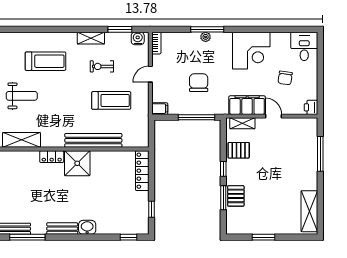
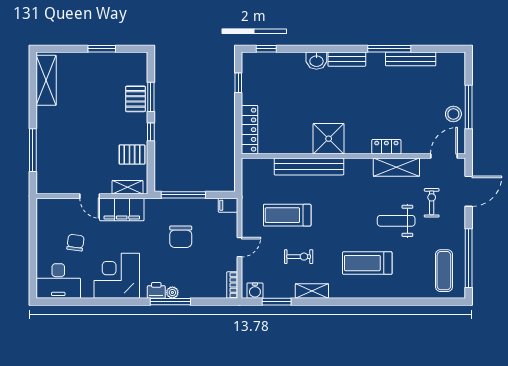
desk: (304, 46) -> (58, 281), width x1.37
printer: (311, 107) -> (156, 290), moved, turned -90
locker: (52, 157) -> (386, 147), moved

